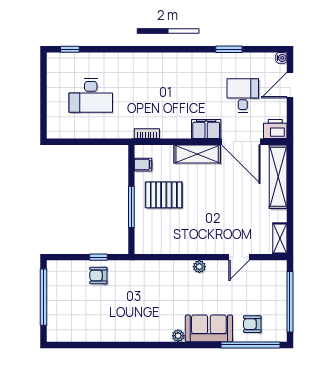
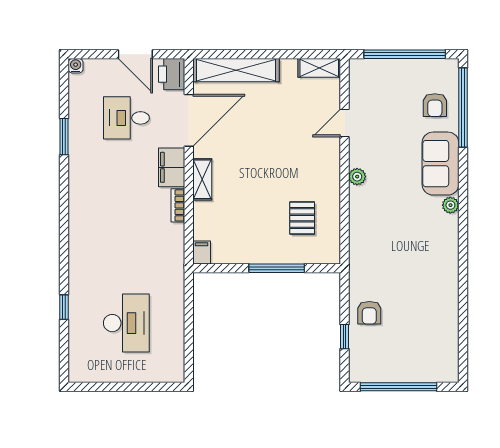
window: (70, 49) -> (64, 307), moved
door: (290, 85) -> (135, 54), moved
bookcase: (147, 134) -> (178, 205), moved
shelving: (197, 154) -> (202, 179), width x0.67, depth x0.75
filing cabinet: (143, 165) -> (202, 252), moved
pallet: (164, 195) -> (302, 218), moved, width x0.67, depth x0.71
window: (98, 257) -> (345, 337), moved
door: (239, 257) -> (345, 123), swing flipped

